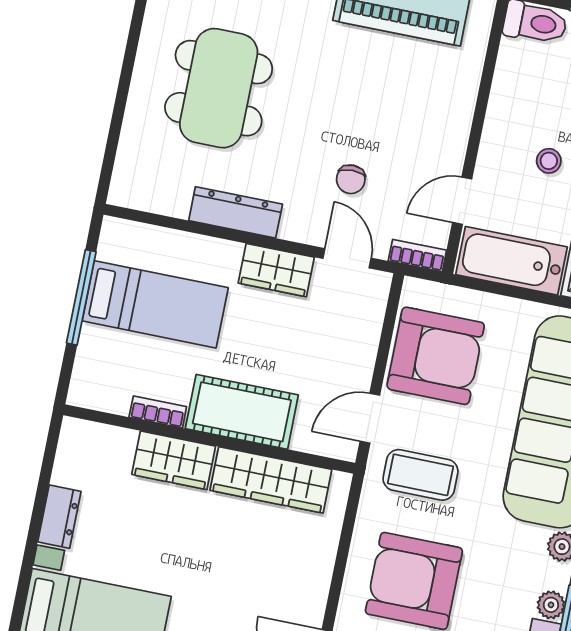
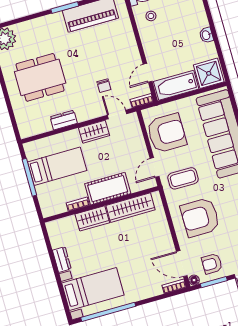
dining table: (219, 88) -> (40, 77), turned 90
stool: (549, 161) -> (151, 16), moved
dresser: (236, 212) -> (64, 120), width x0.70

